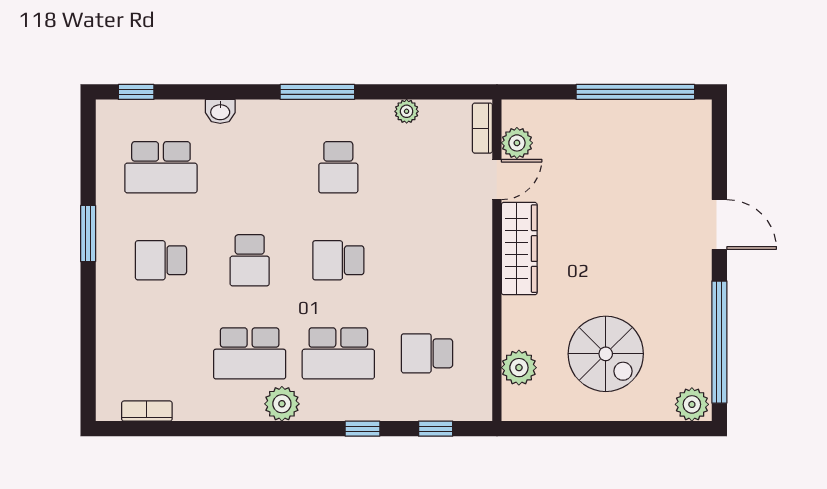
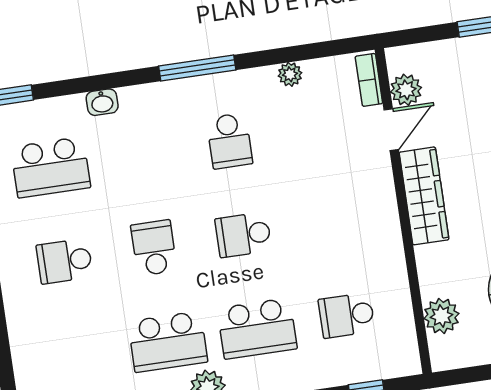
school desk: (250, 260) -> (154, 248), turned 180

